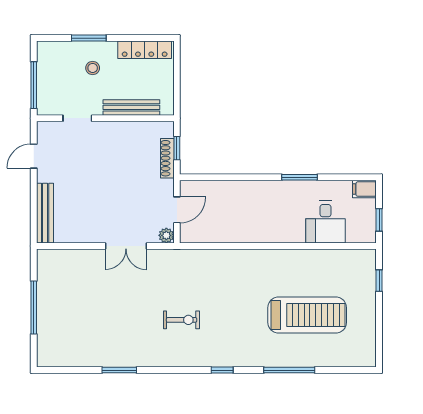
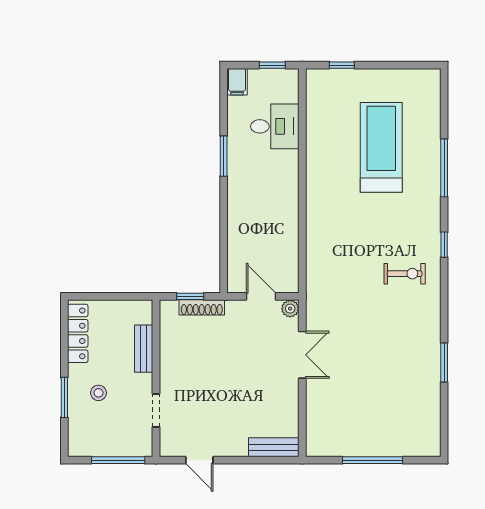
bench: (131, 107) -> (144, 349), width x0.73
bench: (45, 213) -> (274, 447), width x0.73
exercise bike: (182, 320) -> (405, 274), moved, turned 90

